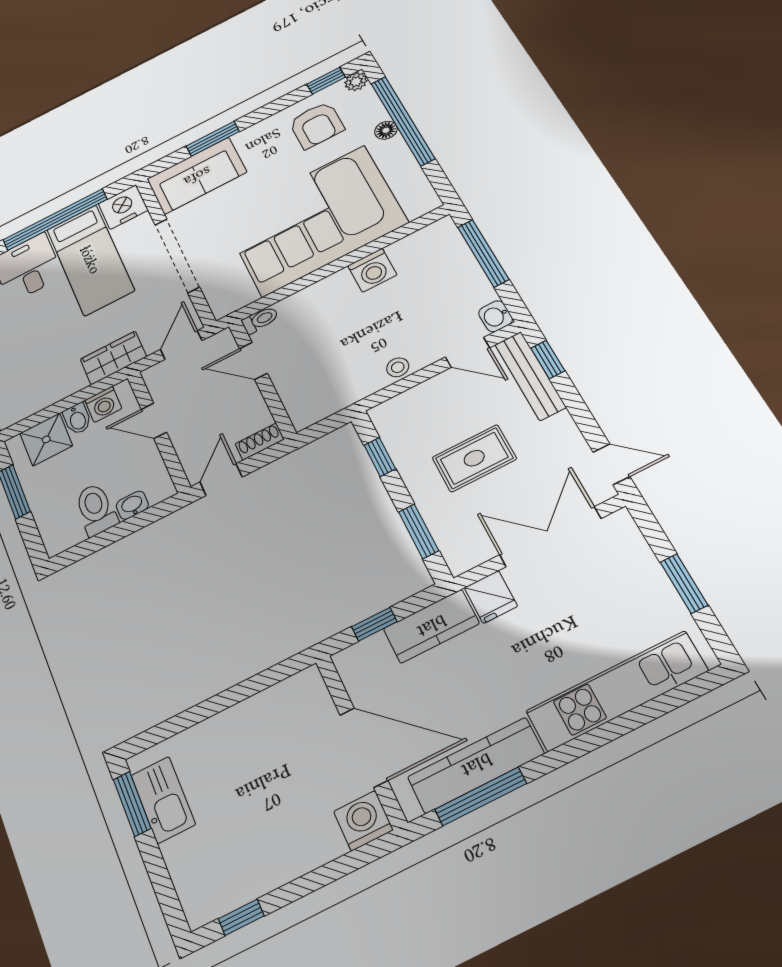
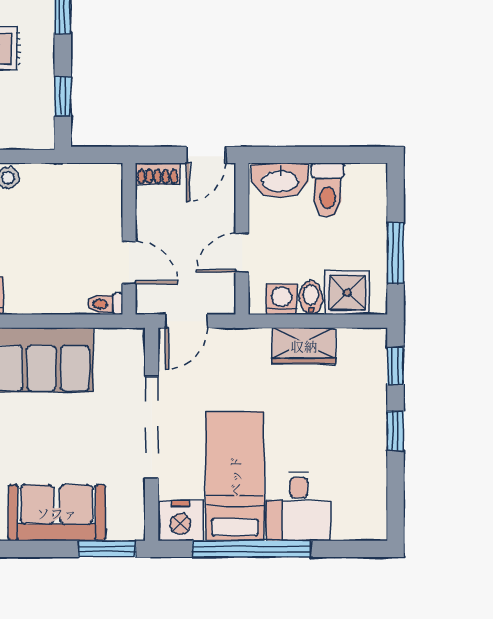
window: (213, 139) -> (107, 549), moved
sofa: (197, 176) -> (57, 513), moved
wardrobe: (113, 358) -> (304, 346), moved
door: (154, 421) -> (242, 253), swing flipped
washbasin: (132, 505) -> (280, 180), width x1.91, depth x1.45

